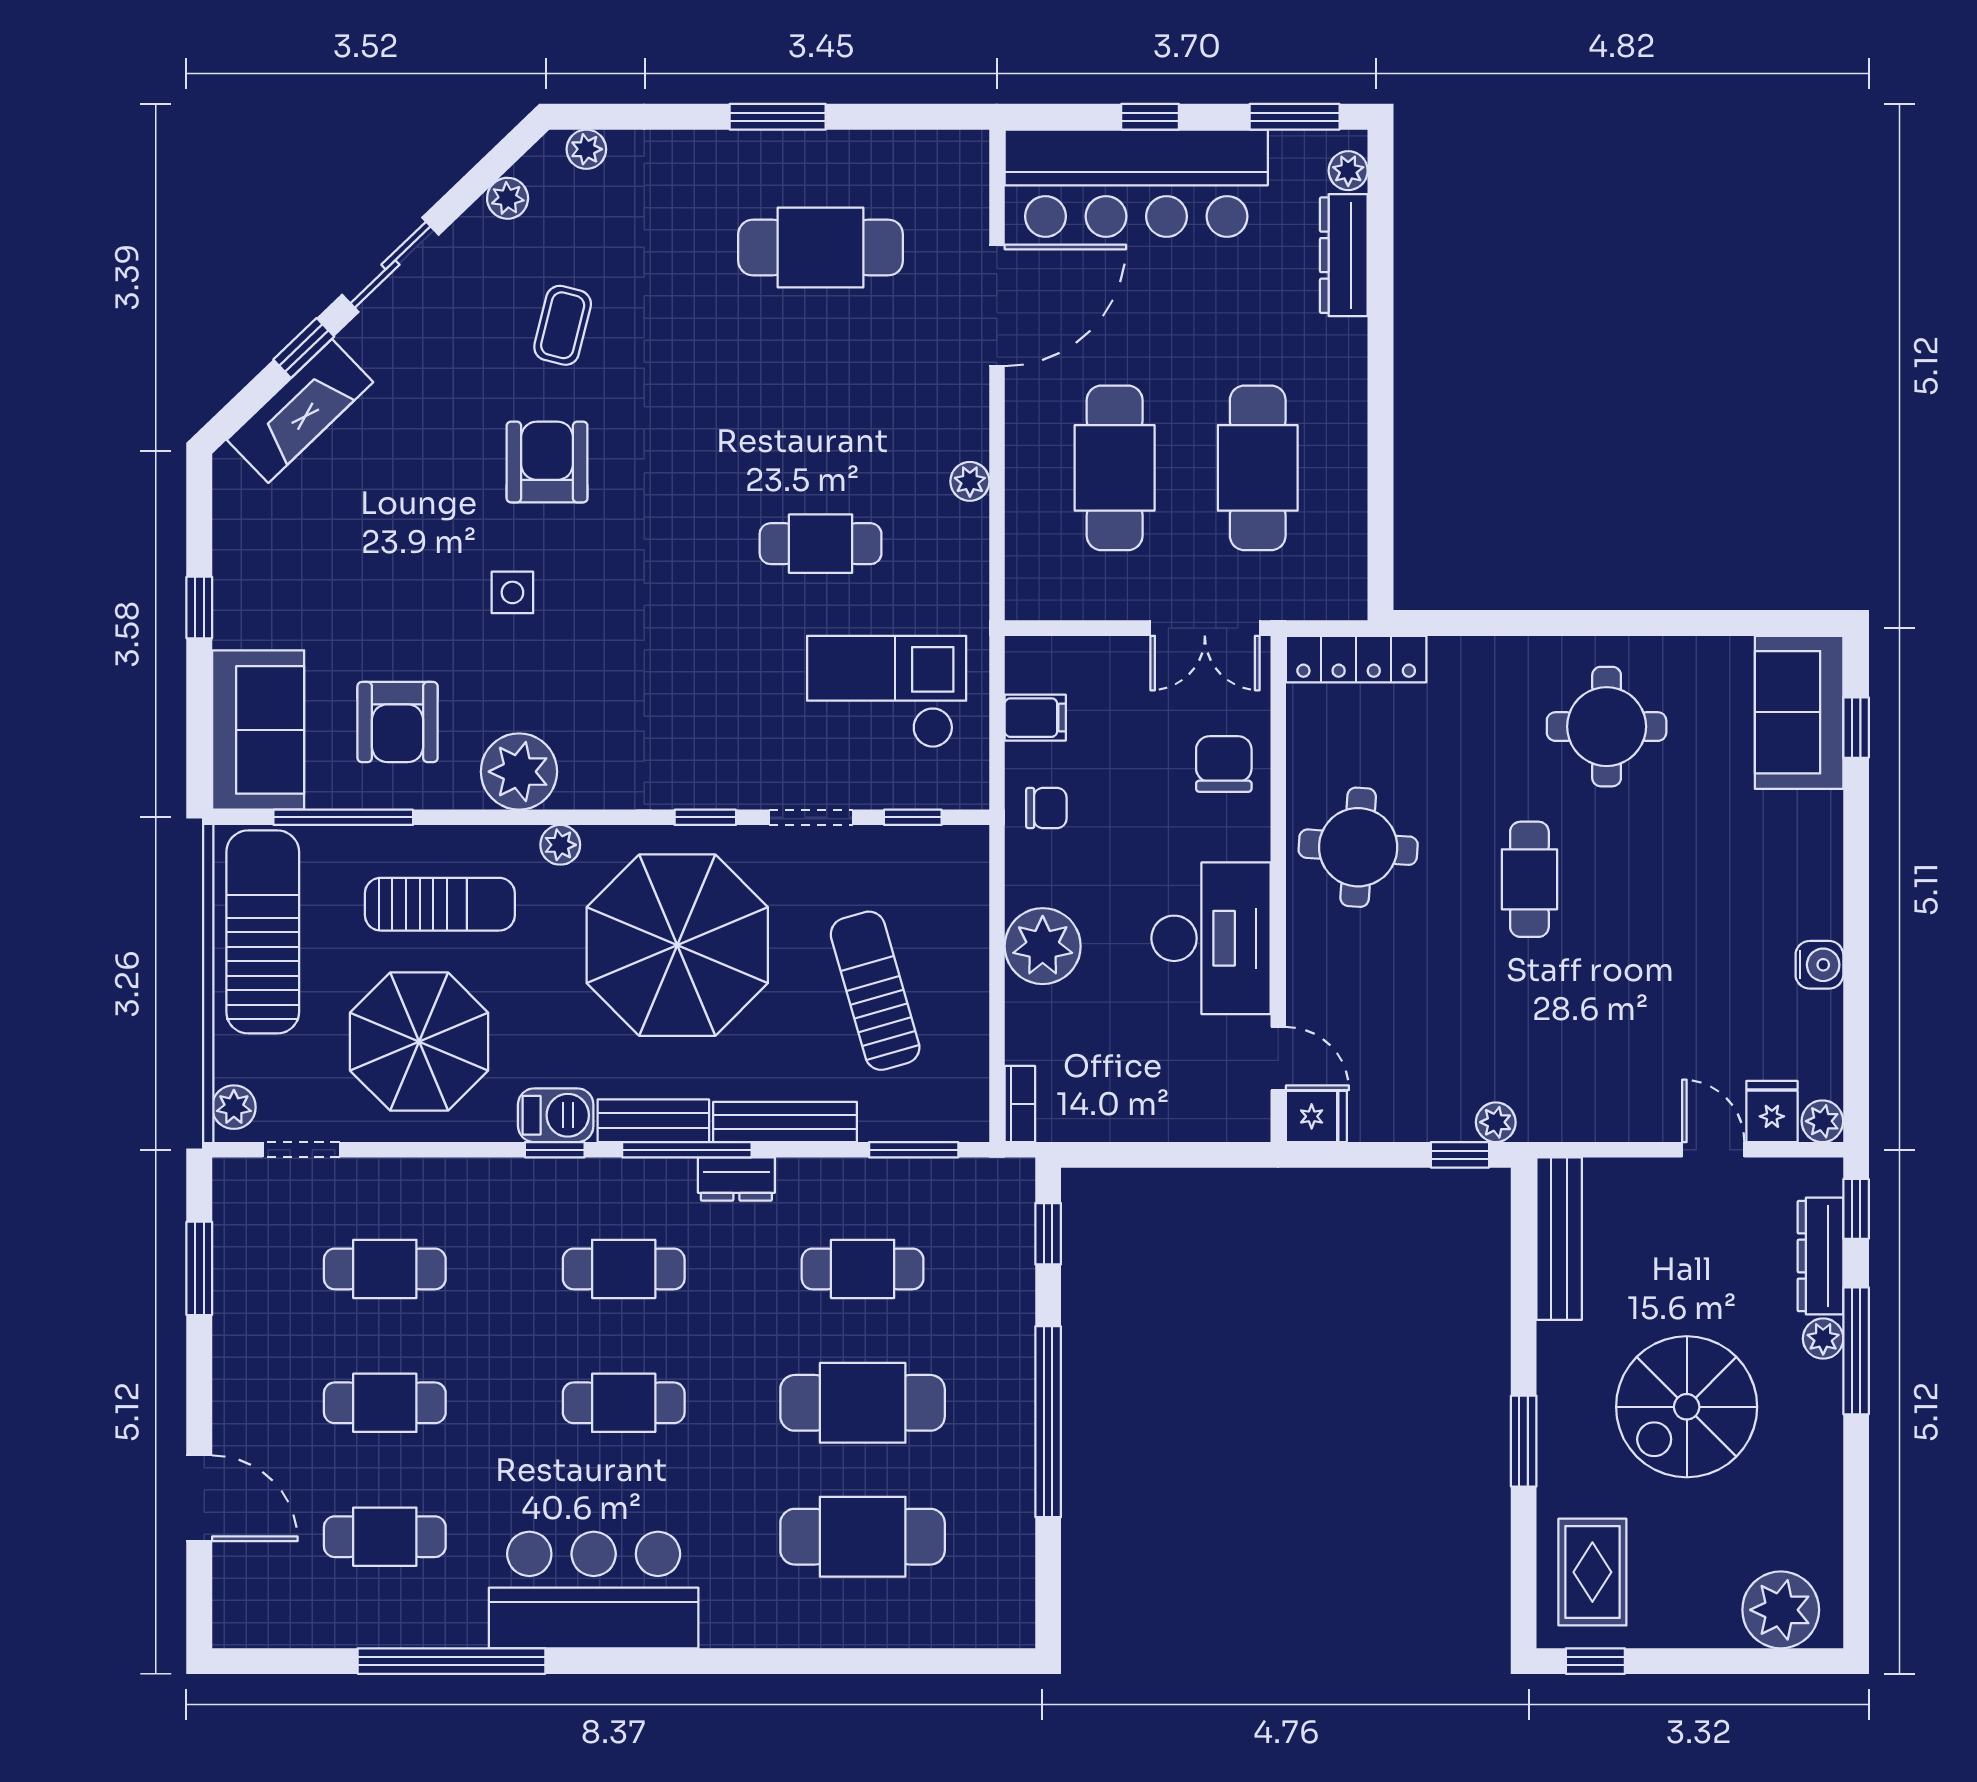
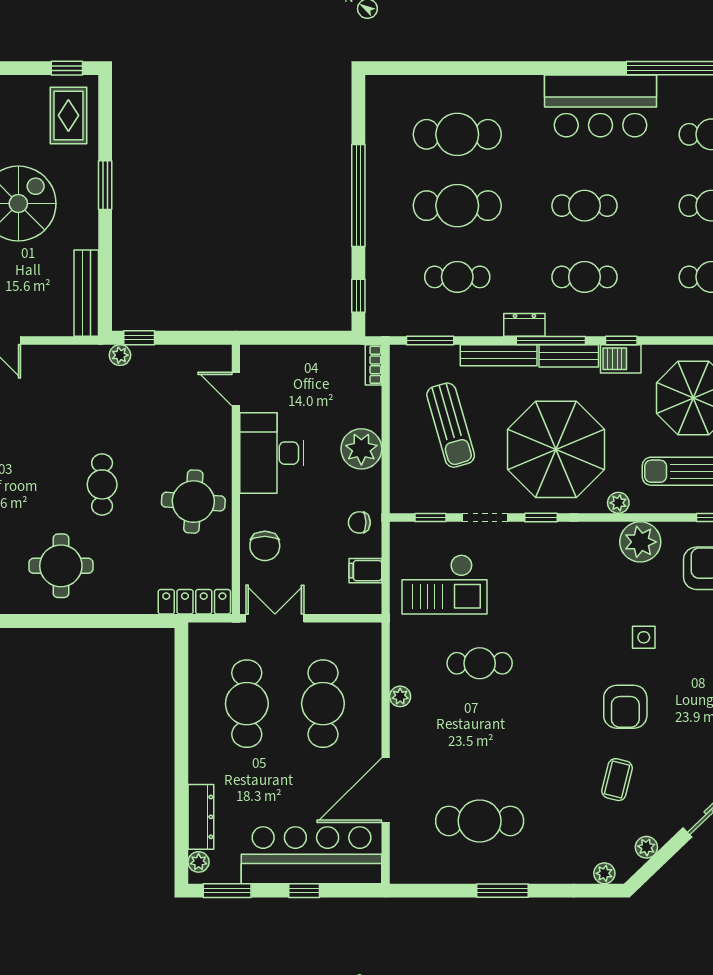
fridge: (1316, 1116) -> (216, 358), removed

